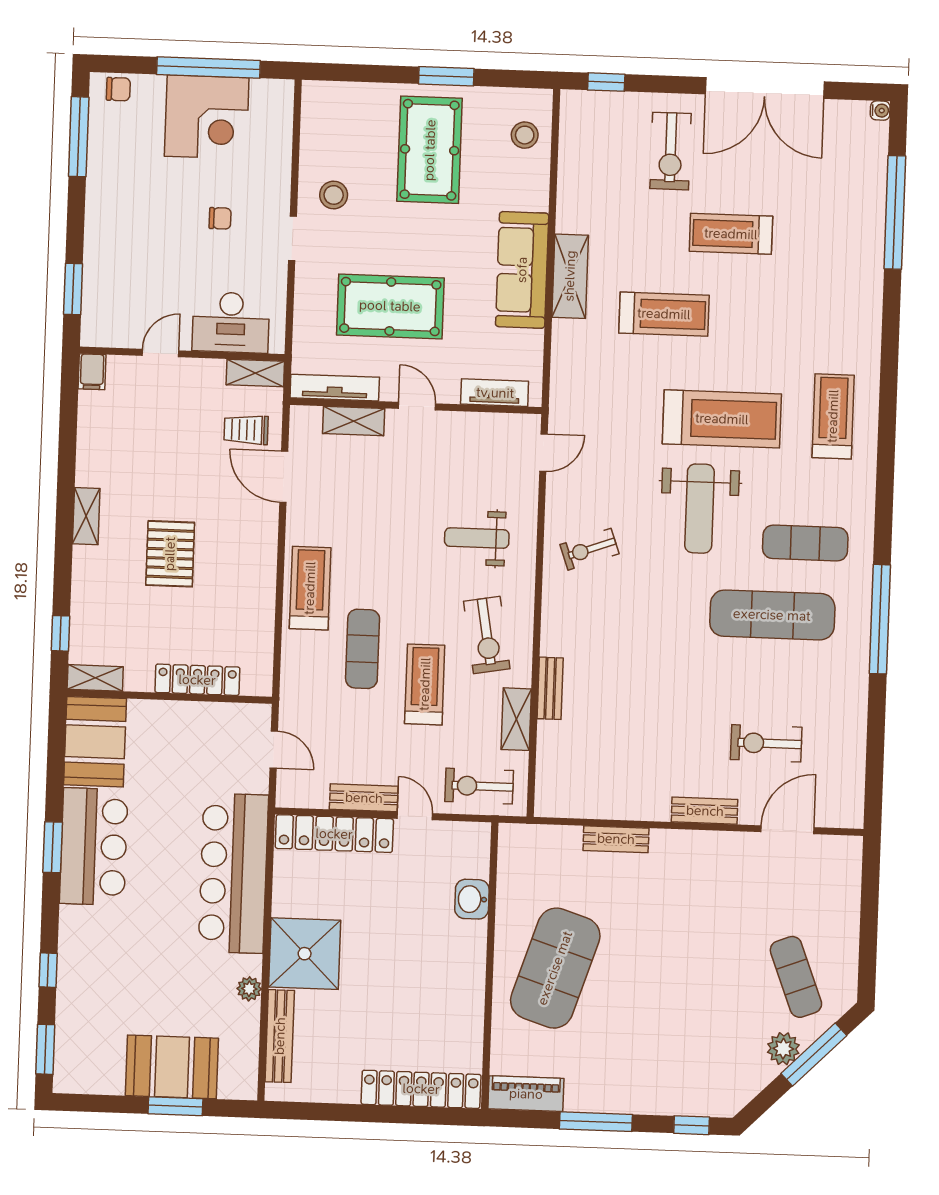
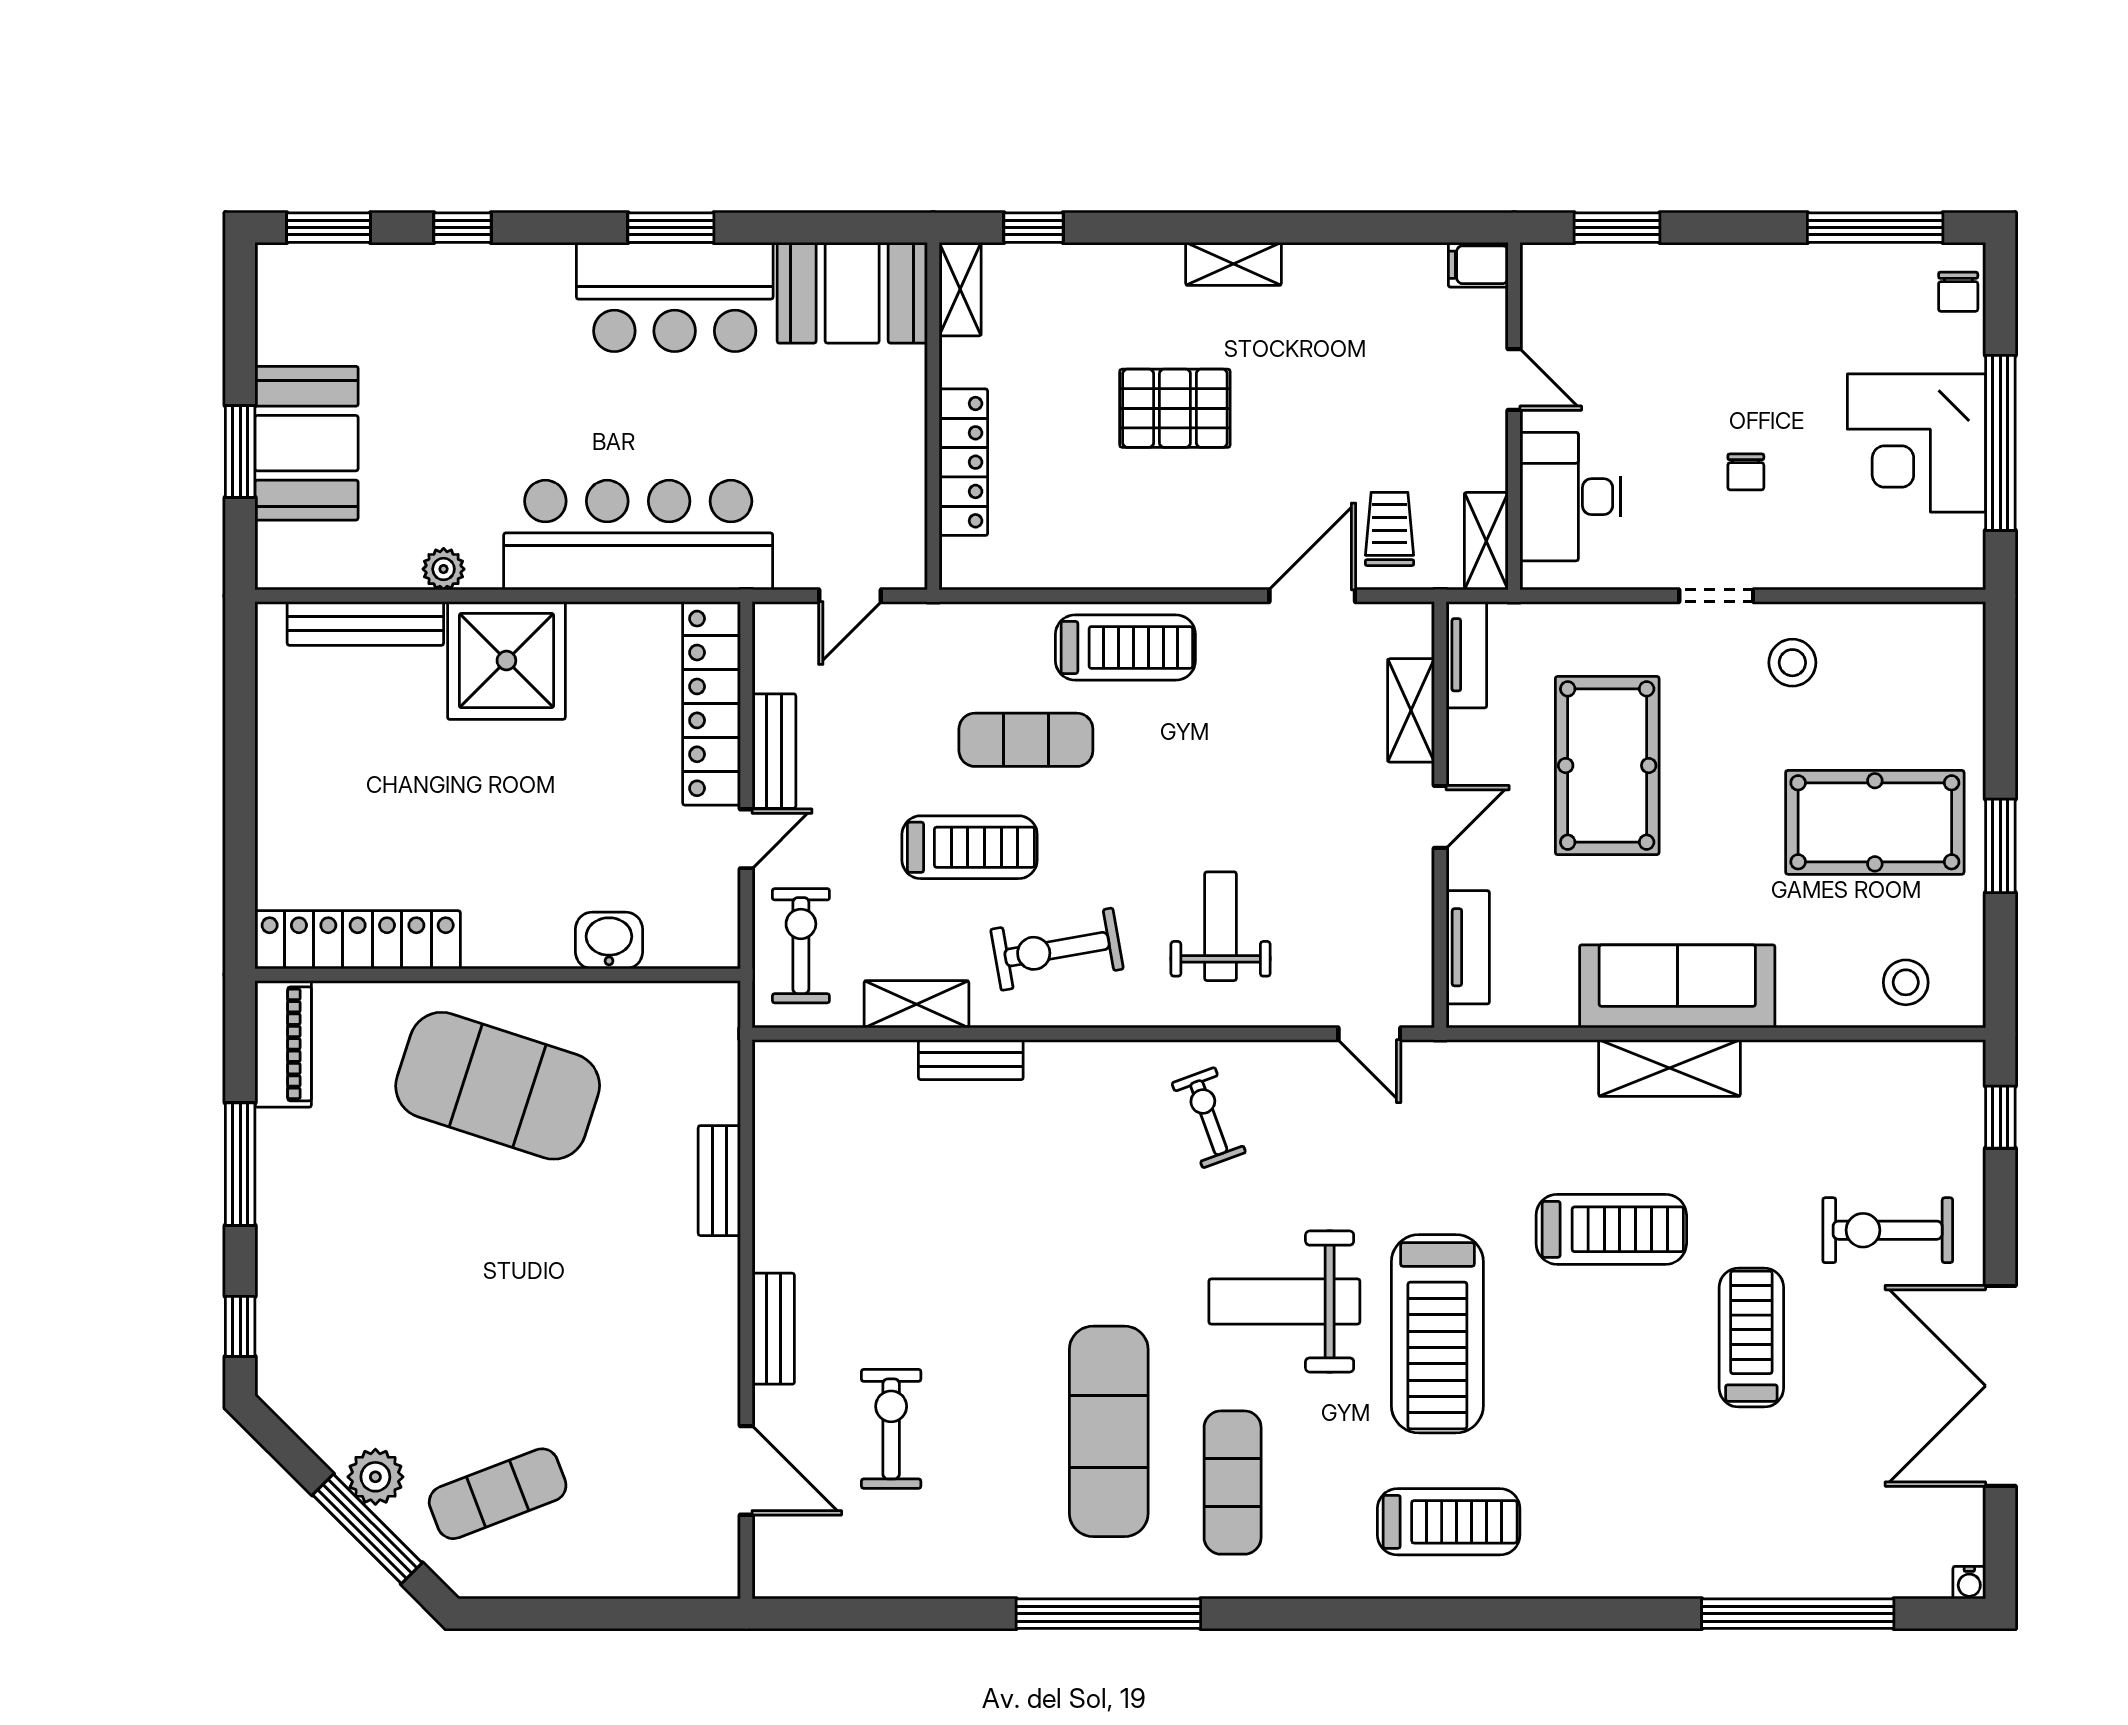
treadmill: (664, 314) -> (1611, 1229), turned -90
tv unit: (335, 388) -> (1466, 655), width x0.71
locker: (421, 1089) -> (358, 940), moved, turned -90

